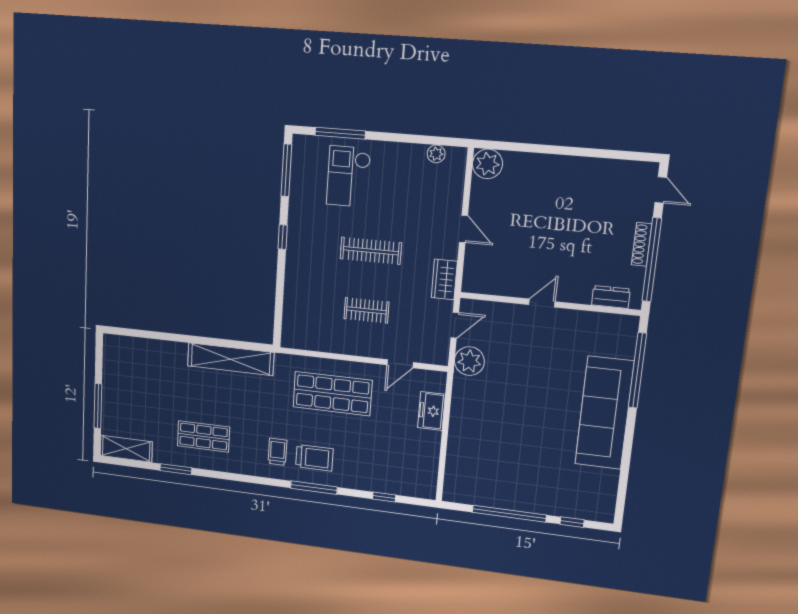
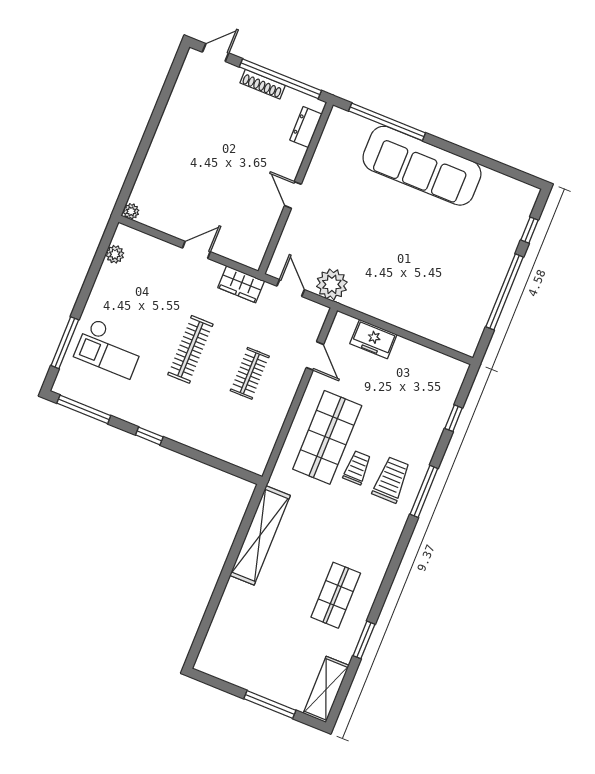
plant: (488, 164) -> (131, 211), width x0.53, depth x0.53
trolley: (277, 452) -> (357, 468), moved, turned 90

